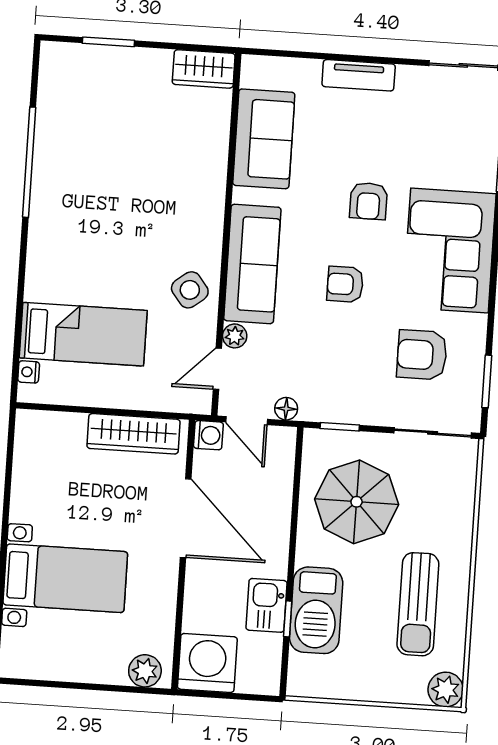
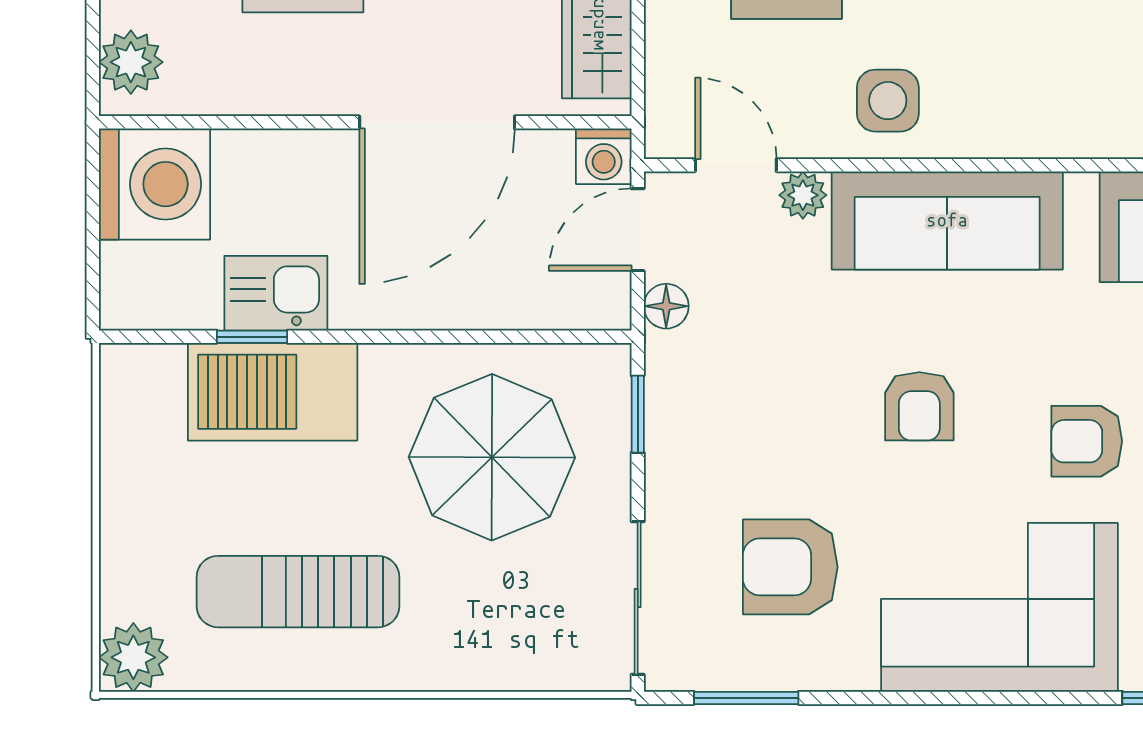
armchair: (345, 284) -> (919, 406), turned 180
side table: (190, 290) -> (888, 101), turned 38
armchair: (422, 355) -> (790, 567), turned -90

